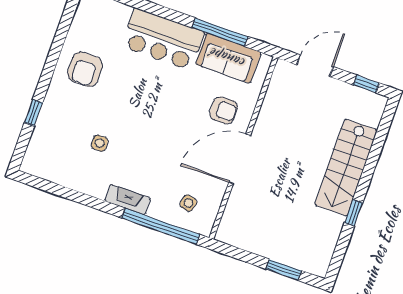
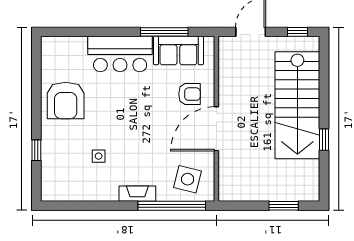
armchair: (85, 69) -> (66, 100), width x1.36, depth x1.36
stairs: (346, 168) -> (297, 105), width x1.36, depth x1.51
side table: (188, 203) -> (188, 179), width x1.87, depth x1.87

